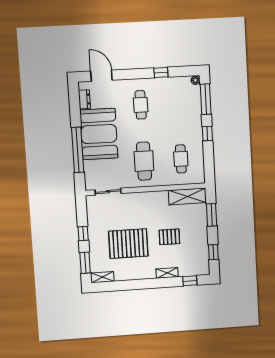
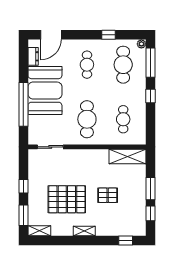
door: (101, 76) -> (51, 35), swing flipped
cafe table: (178, 103) -> (123, 65), added
window: (212, 215) -> (151, 189), moved
shelving: (167, 273) -> (84, 231), moved

